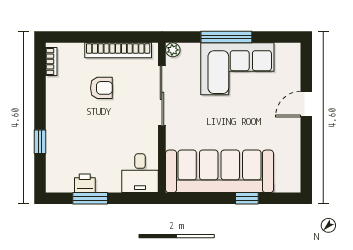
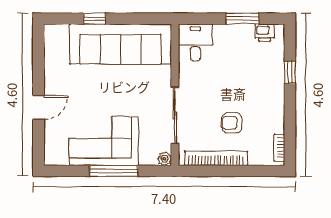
printer: (85, 183) -> (265, 33), moved

